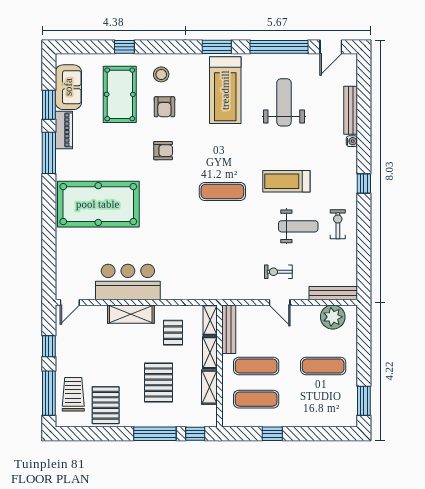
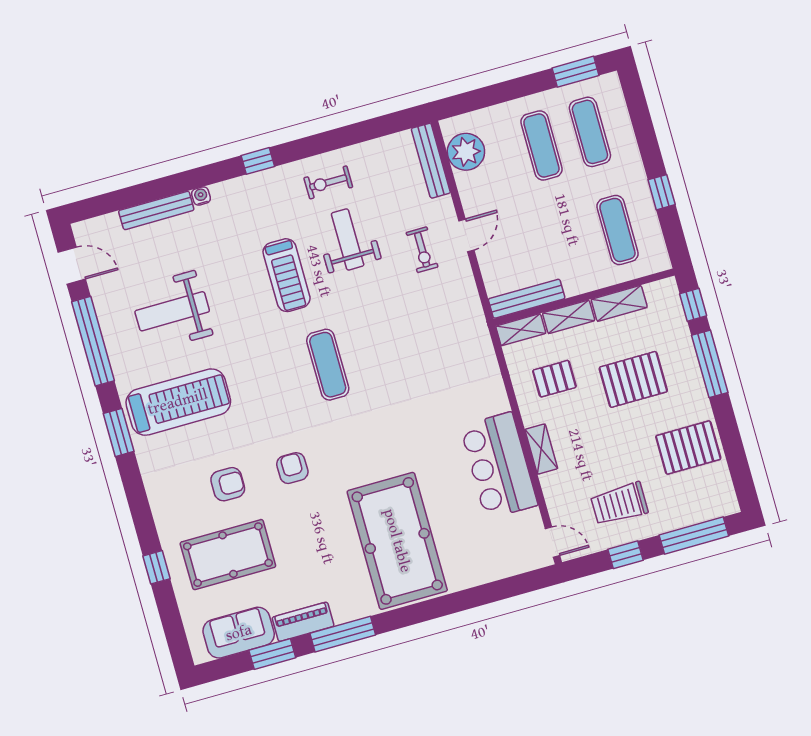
stool: (161, 74) -> (182, 502), removed
shelving: (131, 314) -> (541, 449), width x0.67, depth x0.75
exercise mat: (256, 366) -> (590, 132), moved
trolley: (73, 394) -> (619, 504), moved

